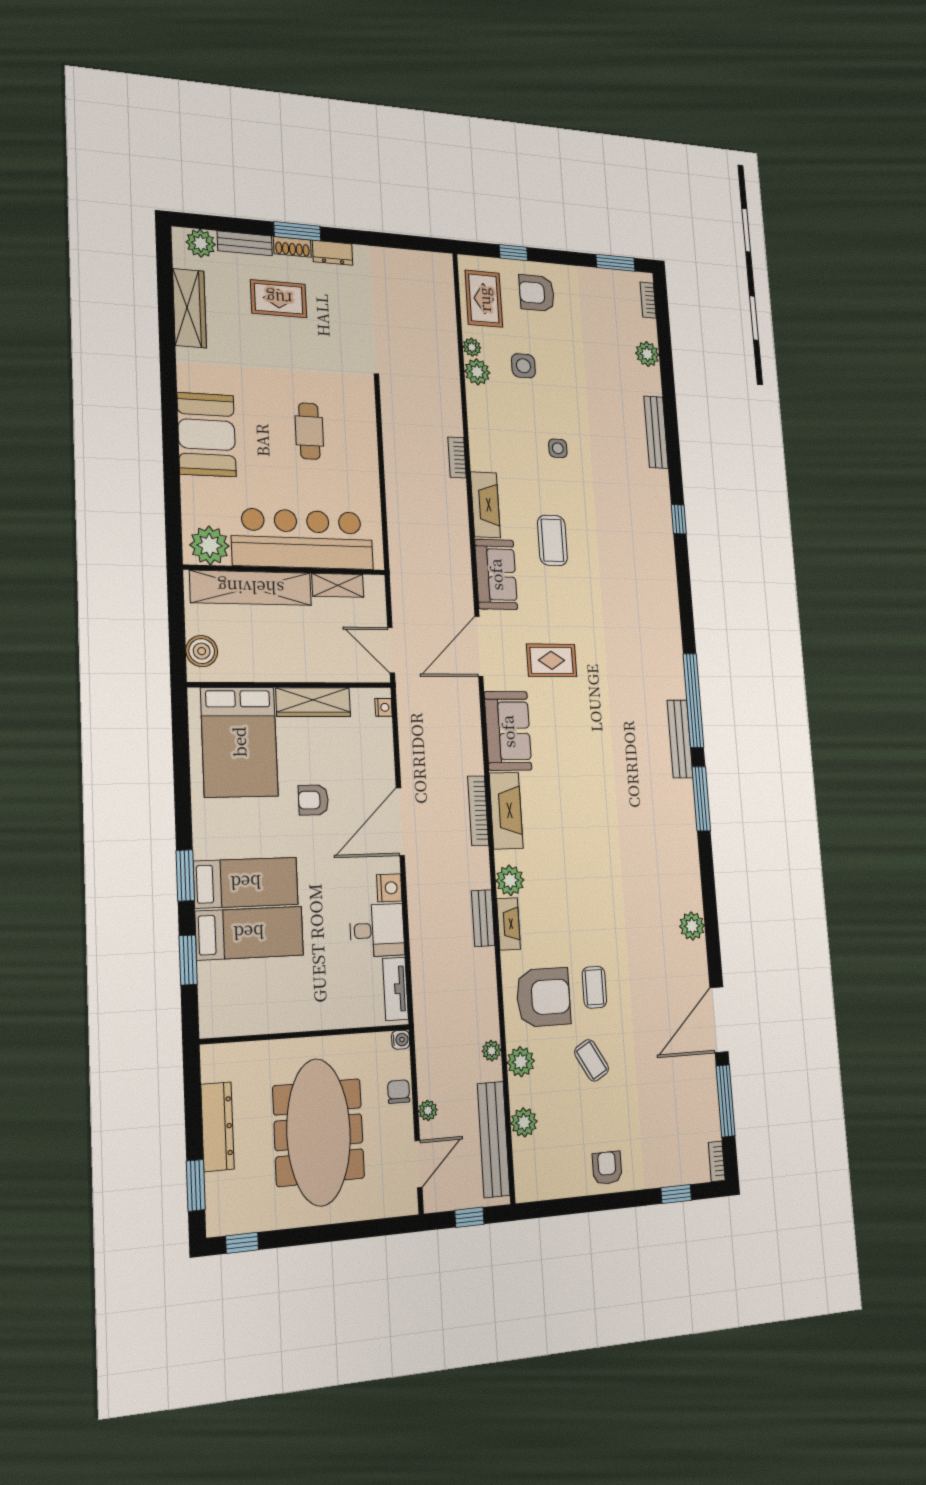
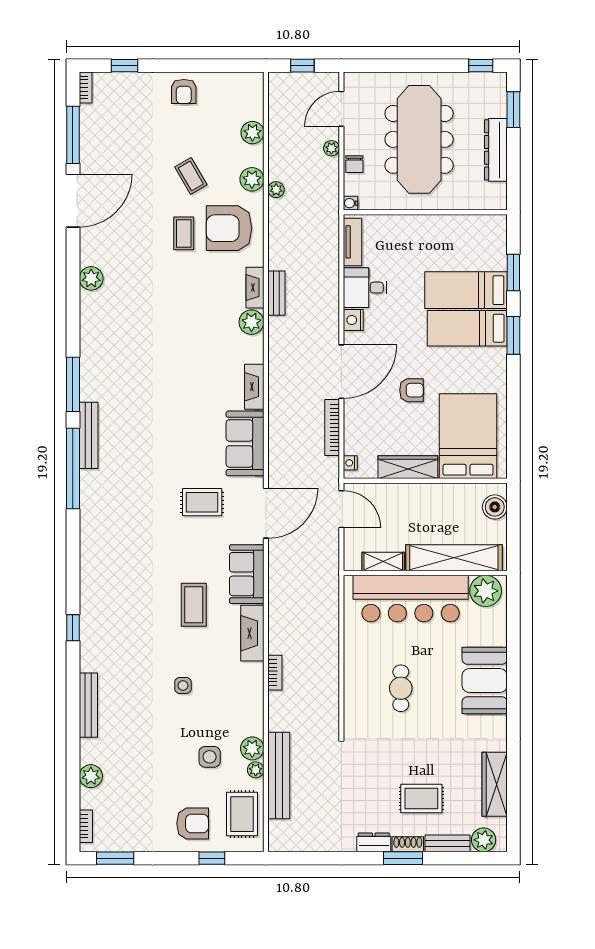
bookcase: (478, 811) -> (332, 427), moved, turned 180
fireplace: (506, 811) -> (254, 387), width x0.73, depth x0.76
bench: (494, 1139) -> (279, 775), moved

